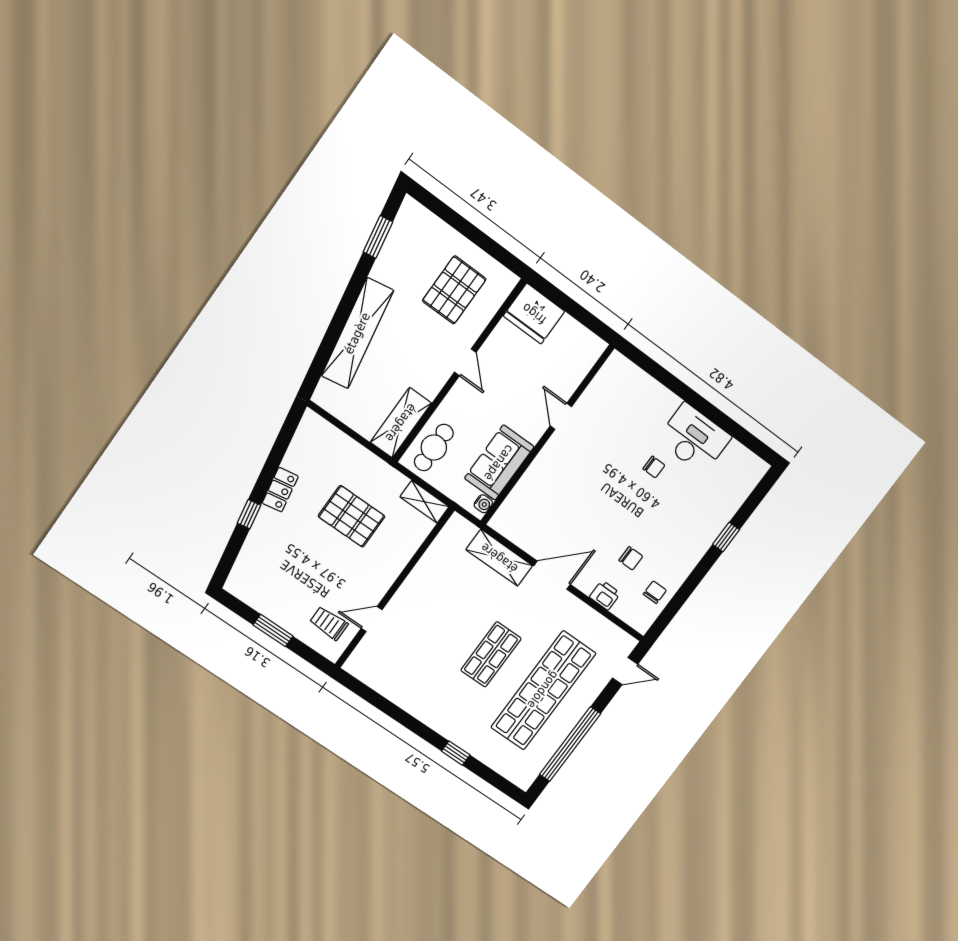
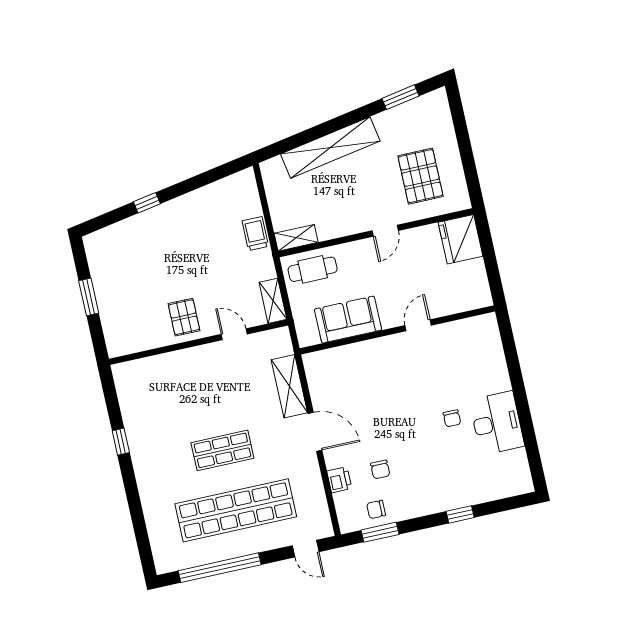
pallet: (454, 290) -> (420, 176), turned 90
shelving: (401, 423) -> (296, 238), width x0.67, depth x0.75
locker: (280, 490) -> (183, 205), removed
water cooler: (483, 504) -> (312, 338), removed
pallet: (352, 516) -> (184, 317), moved, width x0.67, depth x0.71
chair: (655, 592) -> (376, 509), turned 180
window: (673, 607) -> (380, 532), added
door: (372, 619) -> (234, 334), moved
trolley: (329, 623) -> (255, 234), moved
window: (456, 753) -> (121, 442), moved

